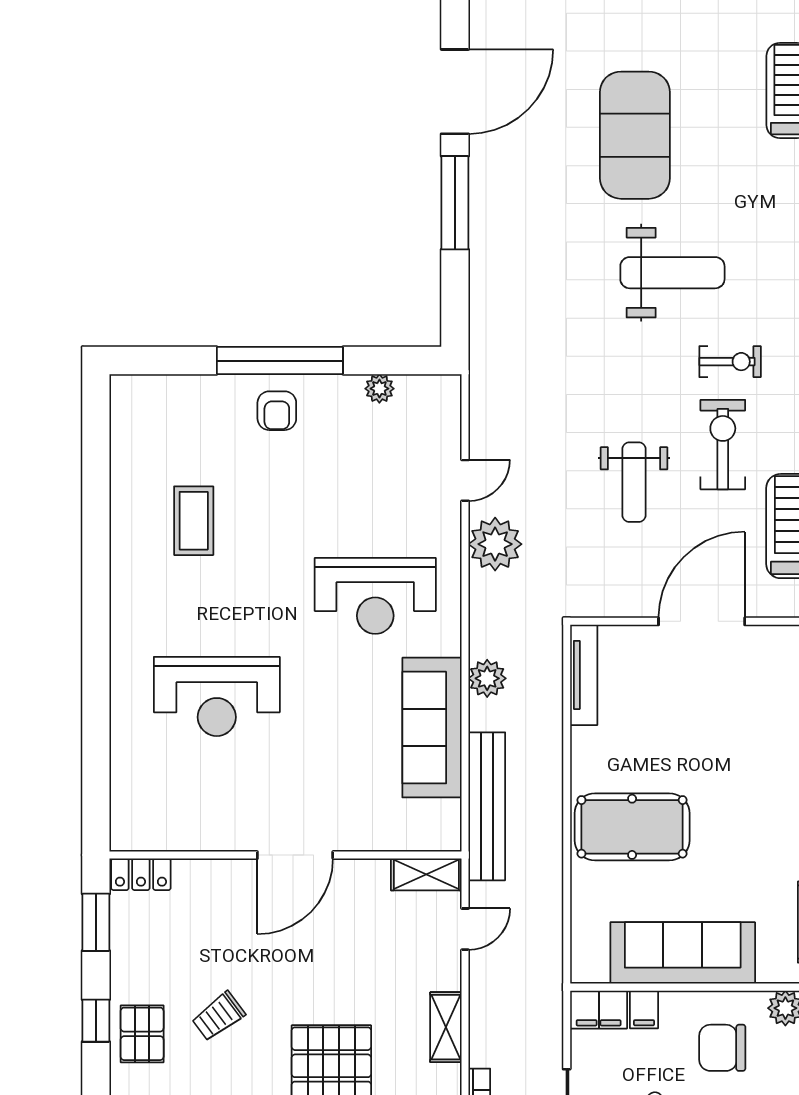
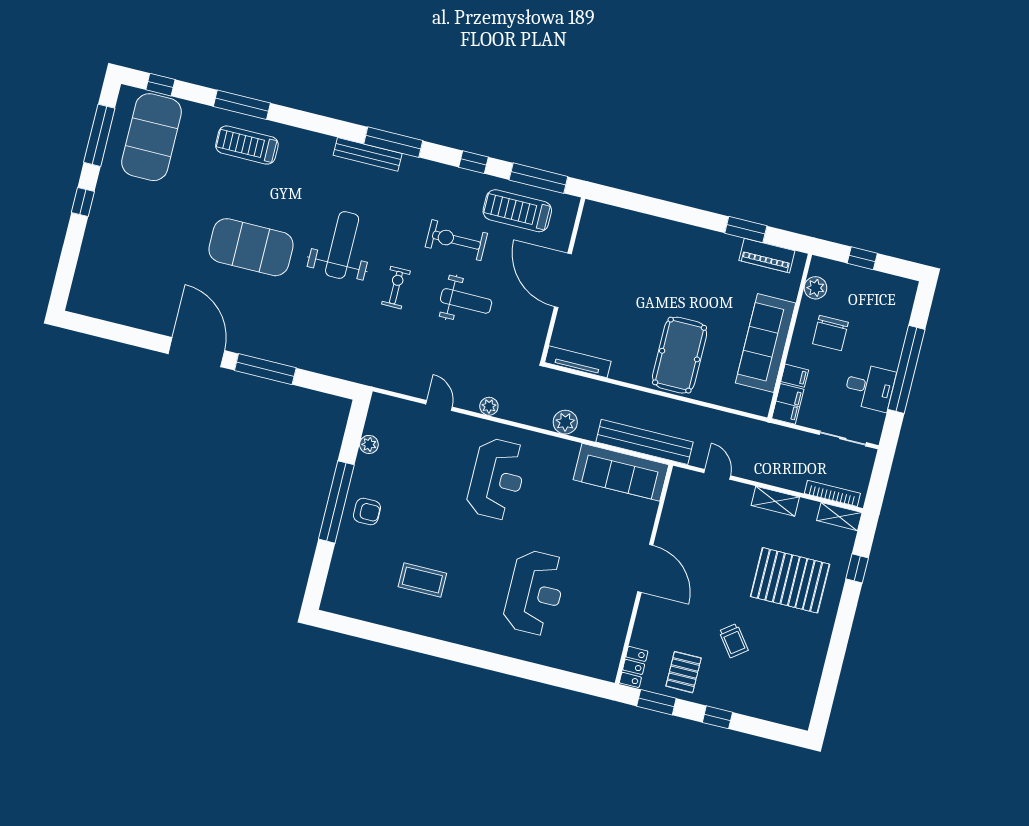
exercise bike: (730, 362) -> (396, 288), moved
plant: (495, 544) -> (489, 406), width x0.53, depth x0.53
sofa: (432, 728) -> (621, 472), moved
shelving: (426, 874) -> (677, 490), removed
pallet: (142, 1034) -> (684, 672), moved, turned 90

